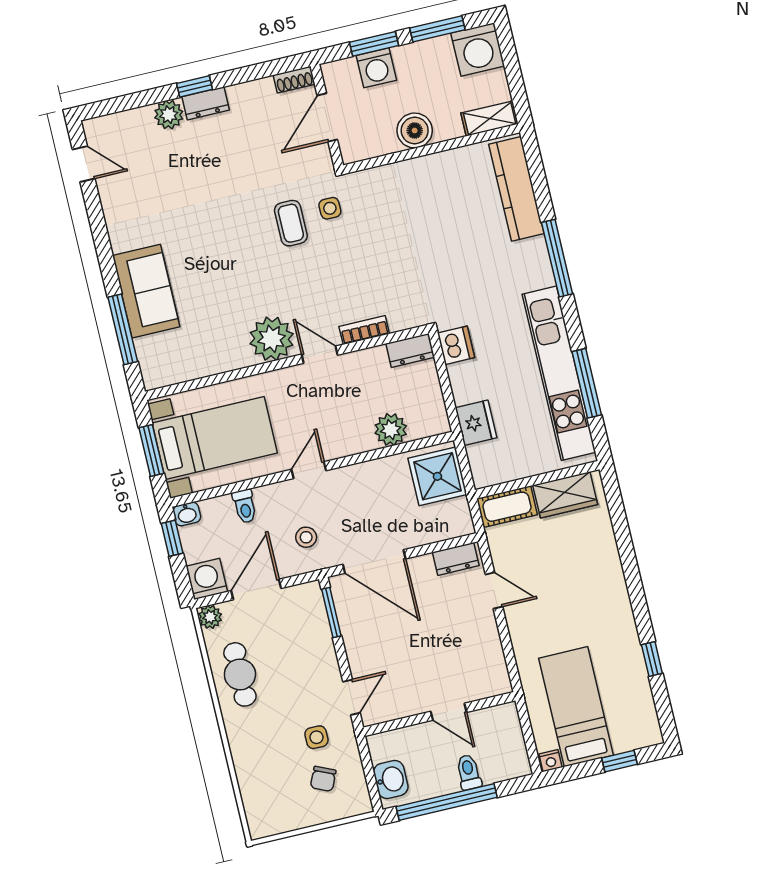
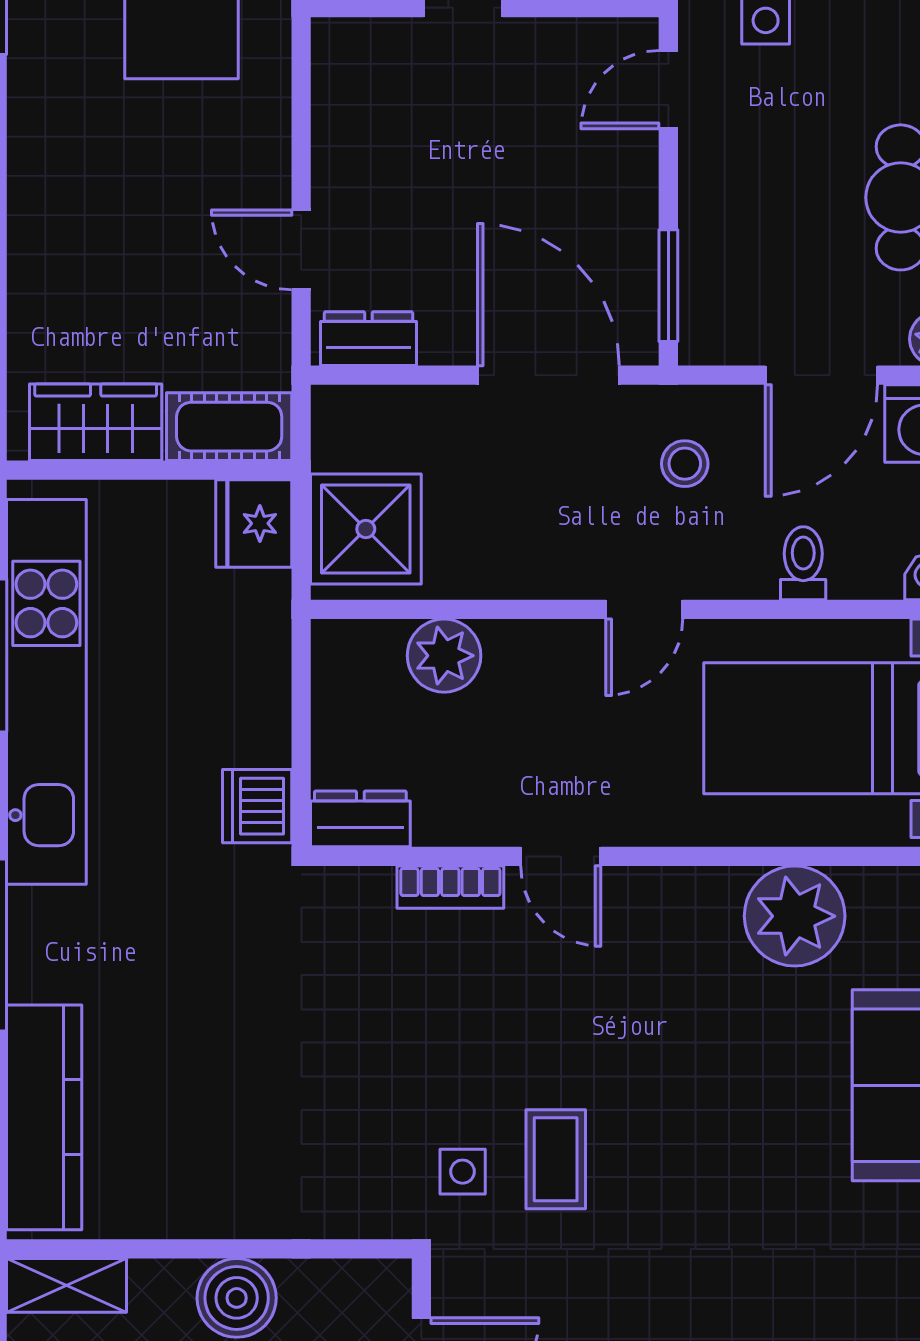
plant: (272, 339) -> (795, 916), moved
fridge: (476, 423) -> (254, 523), moved

